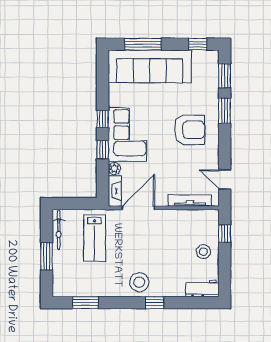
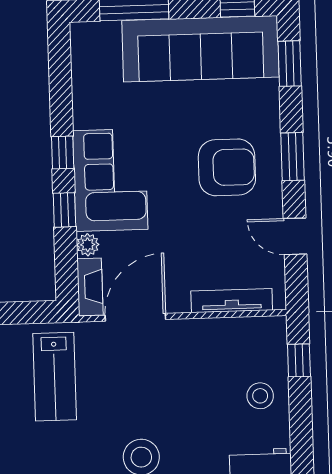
sofa: (150, 66) -> (200, 49), moved
window: (225, 111) -> (293, 157), moved
door: (225, 179) -> (295, 236), moved

